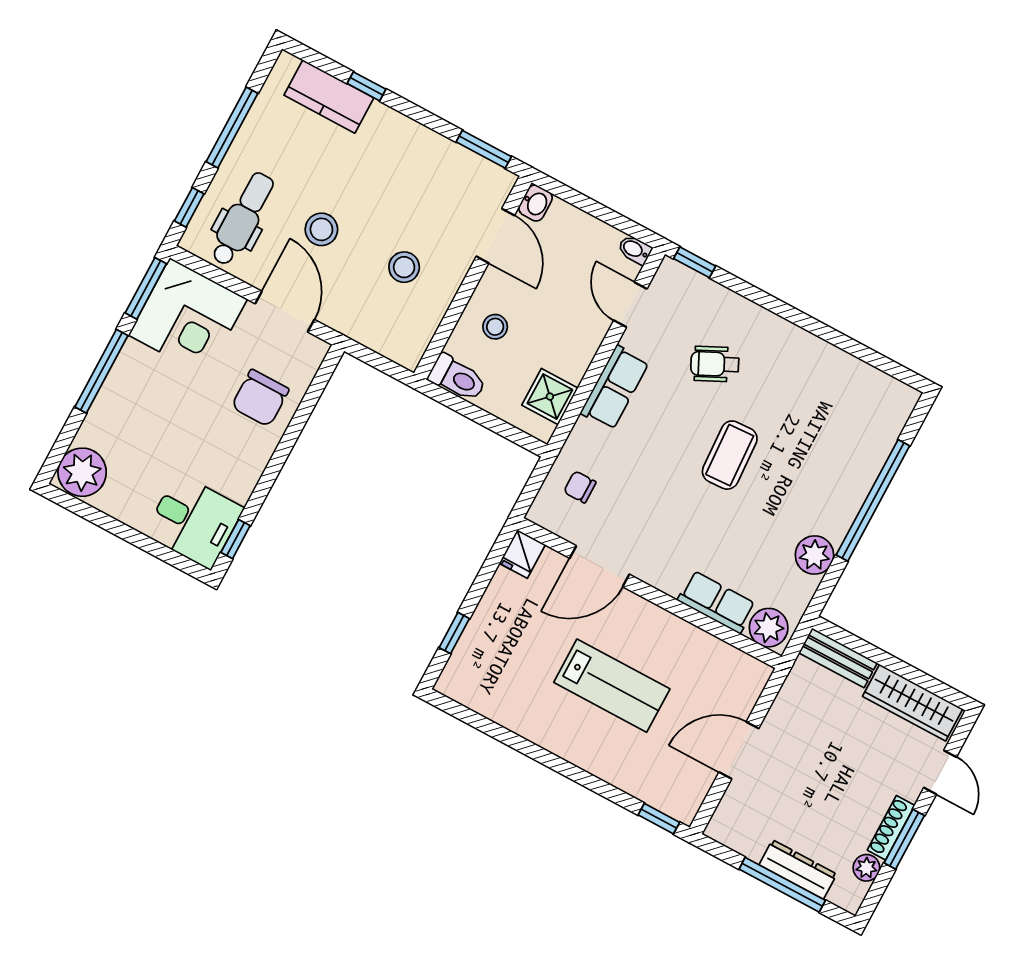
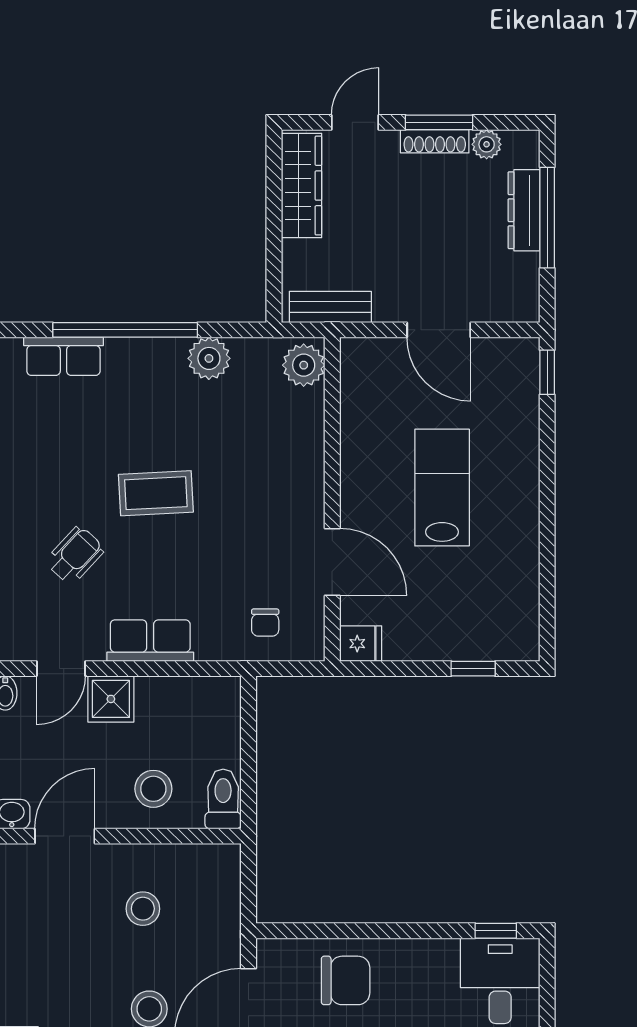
stool: (495, 327) -> (153, 789), width x1.37, depth x1.37
wheelchair: (715, 364) -> (75, 555), turned -111
shower: (550, 397) -> (111, 699), moved
row of seats: (717, 602) -> (63, 356), moved, turned -90
bench: (838, 658) -> (330, 307), moved, turned 90

